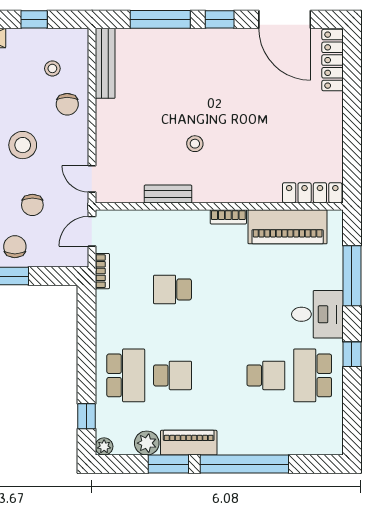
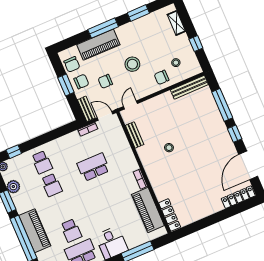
bench: (168, 194) -> (135, 135), moved
bench: (66, 258) -> (86, 109), added
school desk: (172, 289) -> (93, 167), width x1.85
school desk: (126, 375) -> (42, 162), width x0.54
piano: (189, 443) -> (35, 231), moved, width x1.37, depth x1.33

